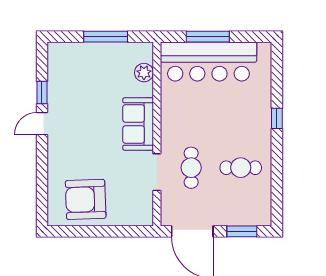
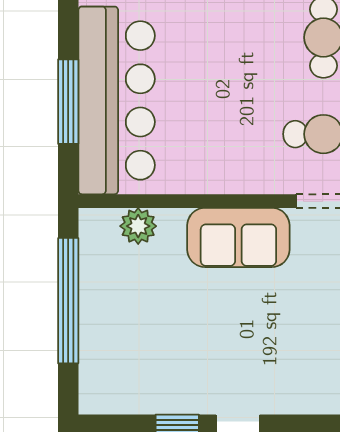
window: (106, 37) -> (68, 301), width x1.46

